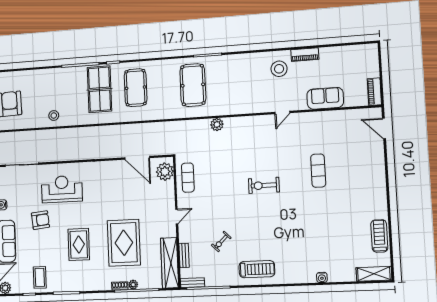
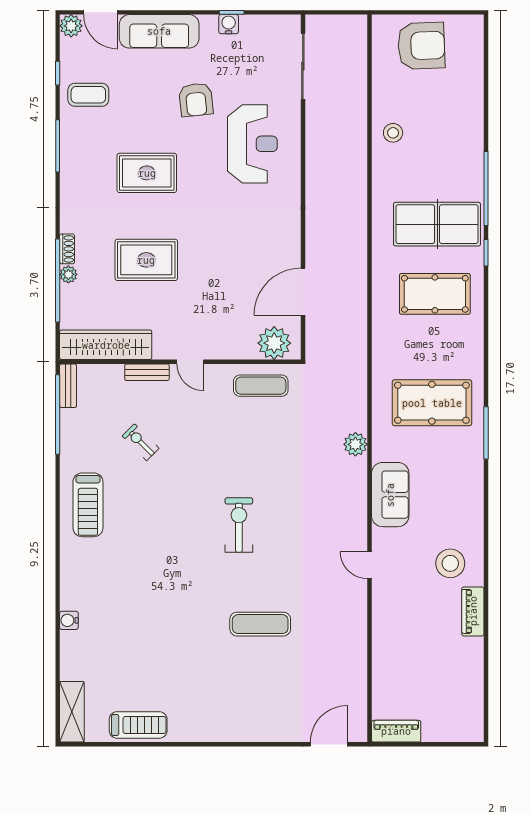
sofa: (325, 98) -> (390, 495), moved
rug: (124, 243) -> (146, 260), width x0.73, depth x0.69
bench: (184, 255) -> (147, 372), moved

